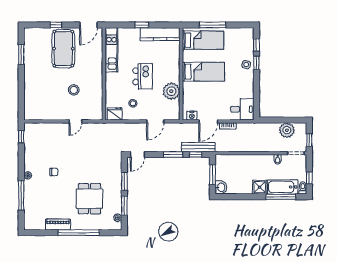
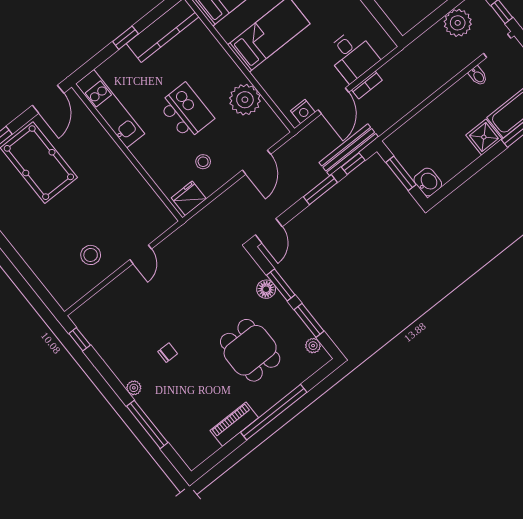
stool: (74, 90) -> (91, 255), moved
desk: (242, 109) -> (352, 56), moved, turned 90
floor lamp: (117, 178) -> (266, 289), added

